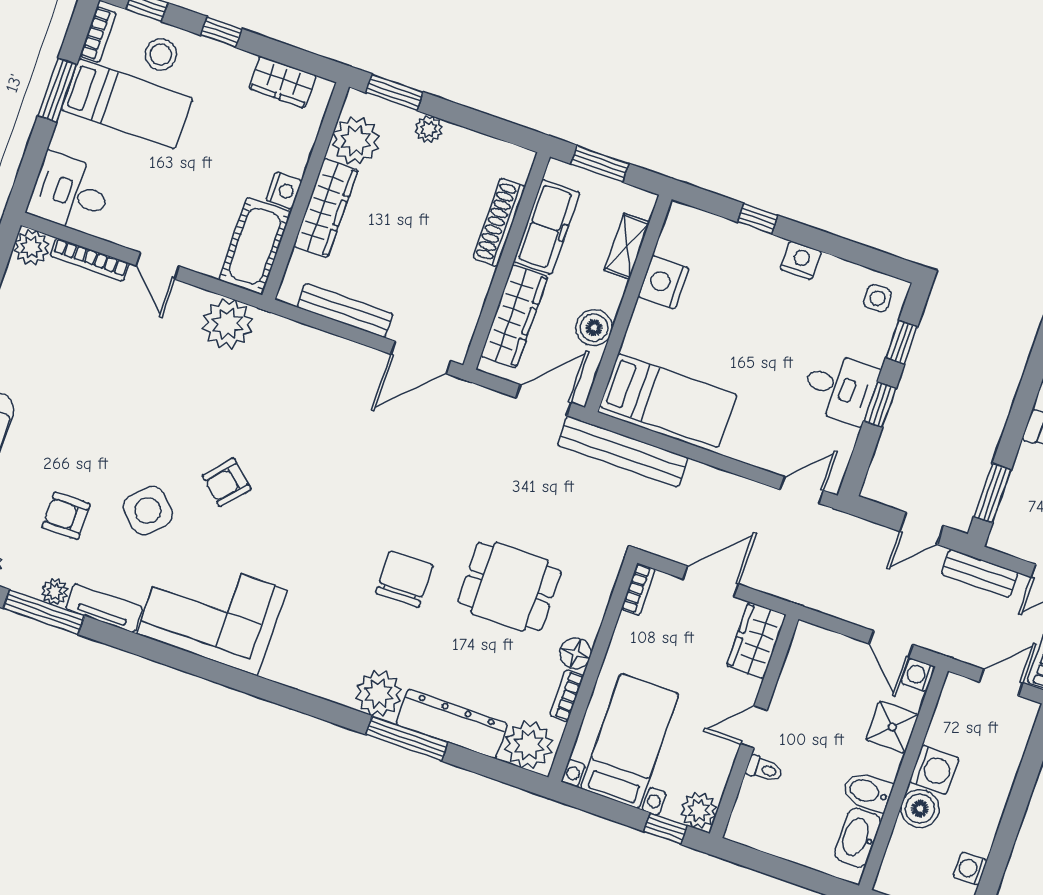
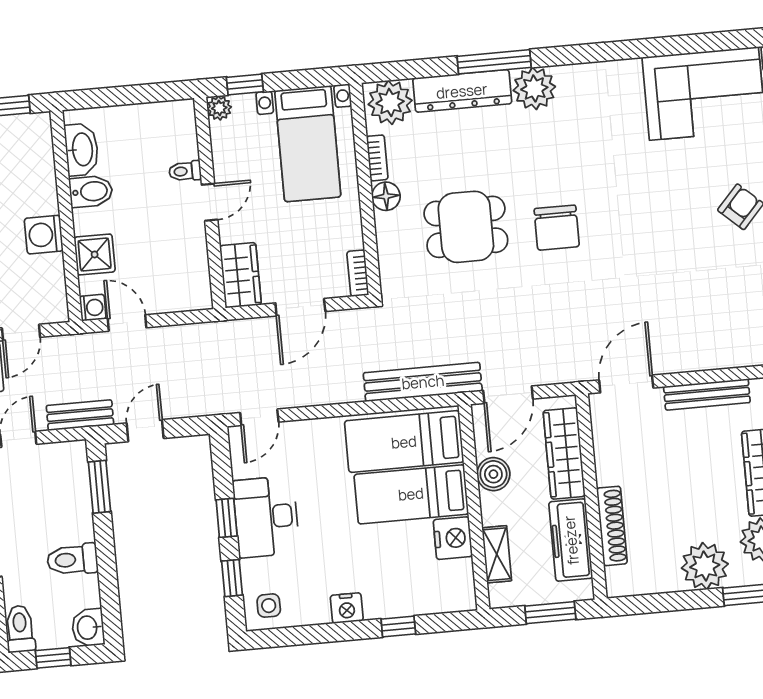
plant: (429, 129) -> (705, 566), width x1.87, depth x1.87
bed: (685, 345) -> (411, 494), added
desk: (840, 388) -> (266, 517), width x1.37
chair: (404, 579) -> (557, 228), moved
boiler: (920, 809) -> (41, 197), removed
plant: (699, 810) -> (219, 108), width x0.73, depth x0.73

